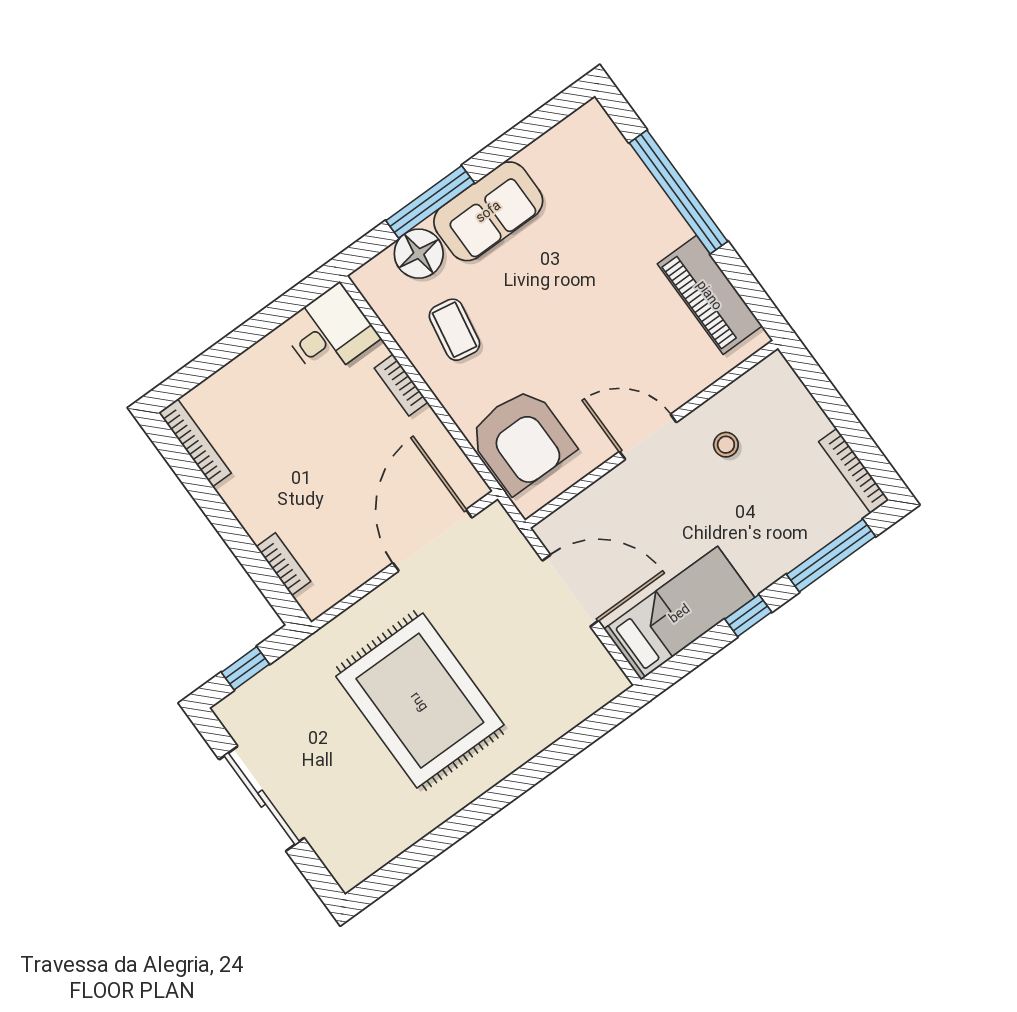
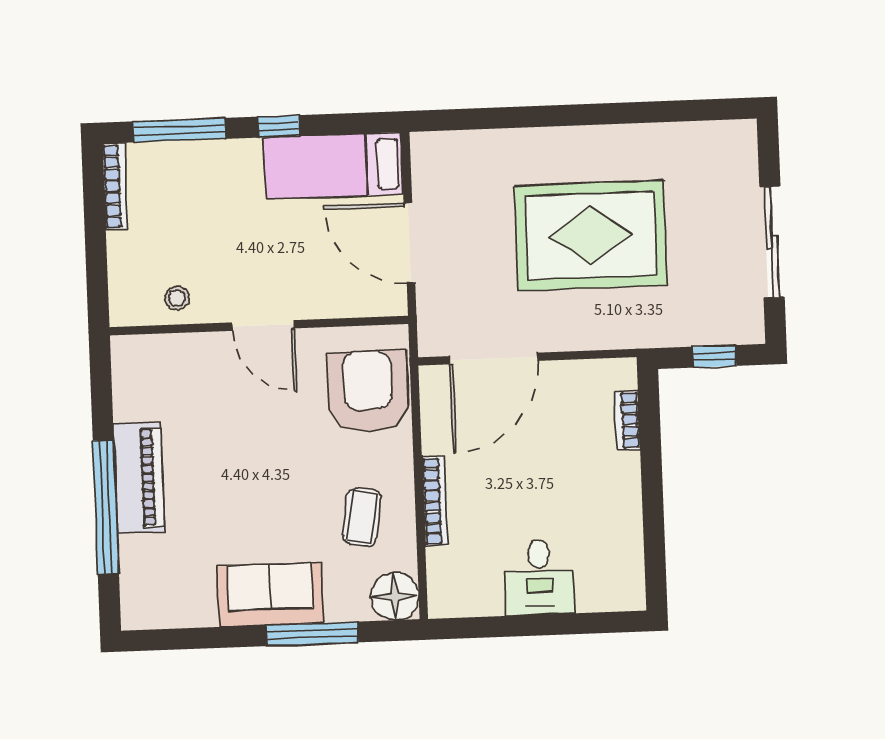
floor lamp: (419, 254) -> (395, 596), moved
piano: (710, 295) -> (139, 478), moved
desk: (330, 332) -> (539, 577), moved, turned -90
bookcase: (401, 385) -> (435, 501), width x1.56
bookcase: (195, 443) -> (633, 566), removed
stool: (726, 445) -> (177, 298), moved
rug: (420, 701) -> (591, 236), turned 90

